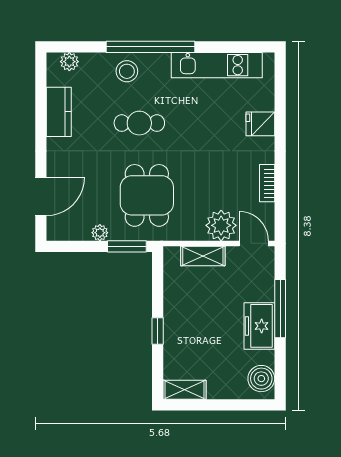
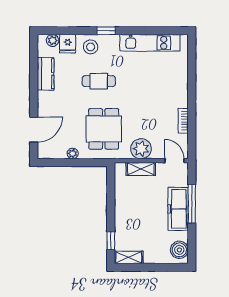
window: (151, 47) -> (106, 31), width x0.32
fridge: (260, 124) -> (68, 44), moved, turned -90
plant: (221, 225) -> (141, 149), moved
window: (127, 246) -> (91, 163), removed
freezer: (259, 326) -> (178, 209), width x1.40
window: (158, 331) -> (111, 241), moved

